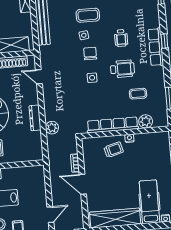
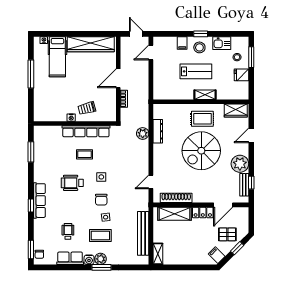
wheelchair: (121, 38) -> (68, 231), moved
door: (39, 77) -> (151, 182), swing flipped
coffee table: (138, 94) -> (84, 154), moved
dresser: (35, 118) -> (158, 131), moved
plant: (146, 121) -> (55, 132), removed
door: (83, 184) -> (118, 78), swing flipped

